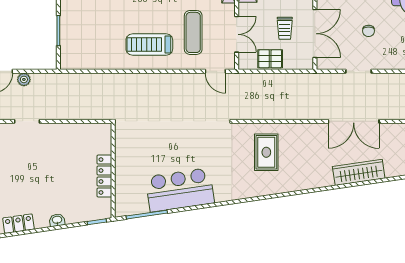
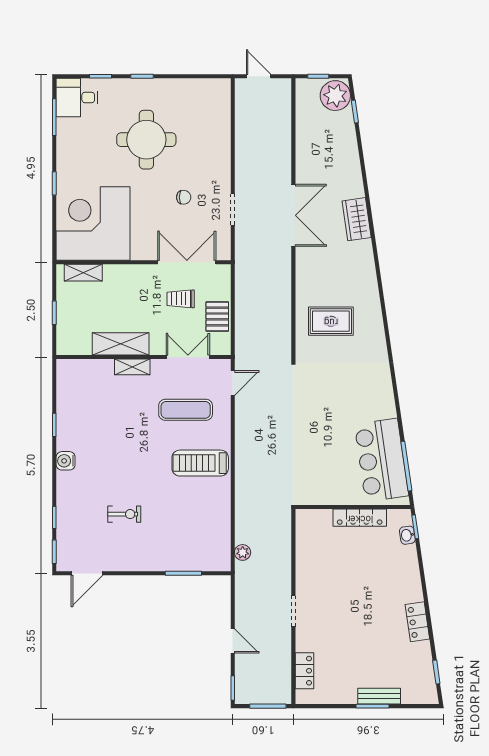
trolley: (285, 28) -> (181, 299), turned 180
treadmill: (149, 45) -> (200, 463), turned 90
plant: (24, 79) -> (243, 552), moved
wardrobe: (359, 172) -> (357, 219), width x0.67
bar counter: (180, 190) -> (381, 460), moved
washbasin: (57, 220) -> (407, 535), moved

